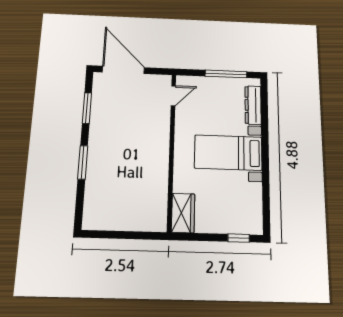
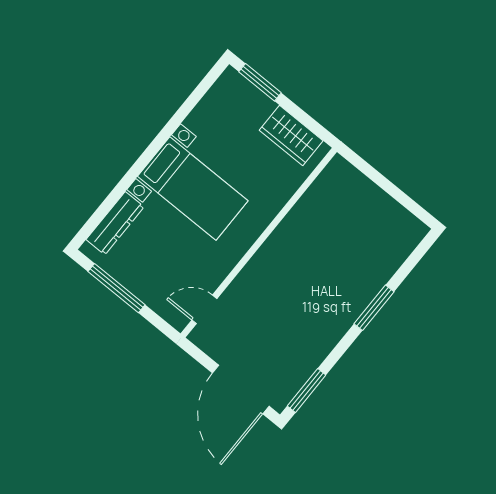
window: (87, 108) -> (307, 390), moved
wardrobe: (183, 213) -> (291, 135), moved, turned -90
window: (239, 238) -> (260, 82), width x1.50

